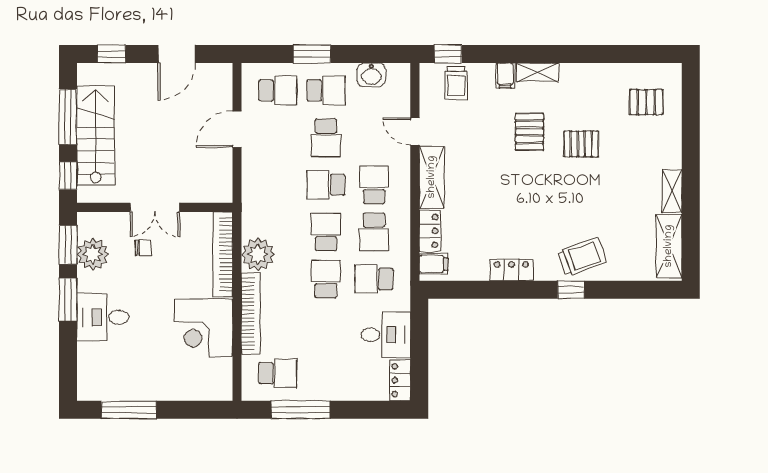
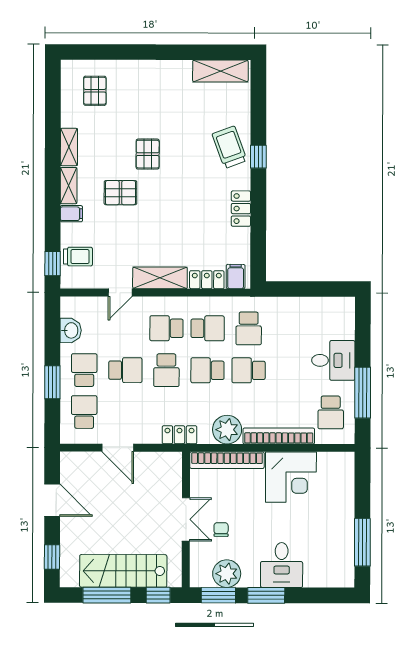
pallet: (581, 144) -> (148, 154), moved
shelving: (672, 191) -> (69, 147), moved, turned 90
desk: (386, 335) -> (333, 360), moved, turned 90
school desk: (278, 373) -> (331, 412), turned 180
locker: (400, 380) -> (179, 435), moved, turned 180

